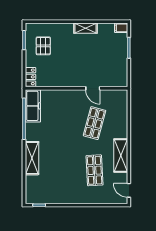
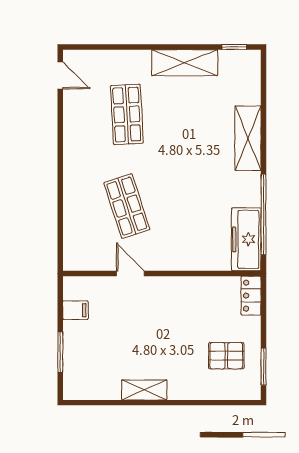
filing cabinet: (121, 28) -> (75, 310), moved
pallet: (43, 46) -> (226, 356), turned 90
shop shelf: (95, 123) -> (127, 206), turned -33
shelving: (121, 155) -> (185, 63), moved, turned 90

